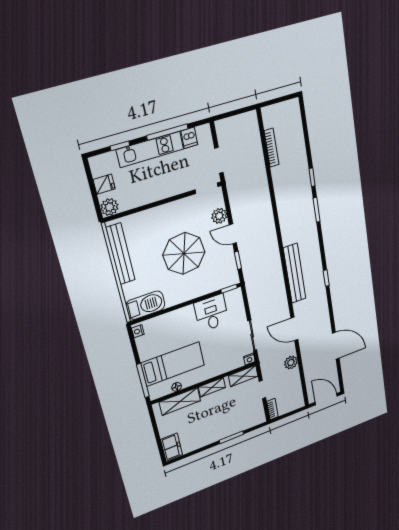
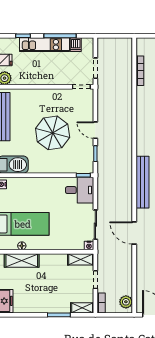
plant: (219, 216) -> (87, 112), removed
desk: (211, 313) -> (80, 190), moved, turned 90
plant: (291, 362) -> (126, 302), moved
shelving: (212, 387) -> (82, 308), moved

